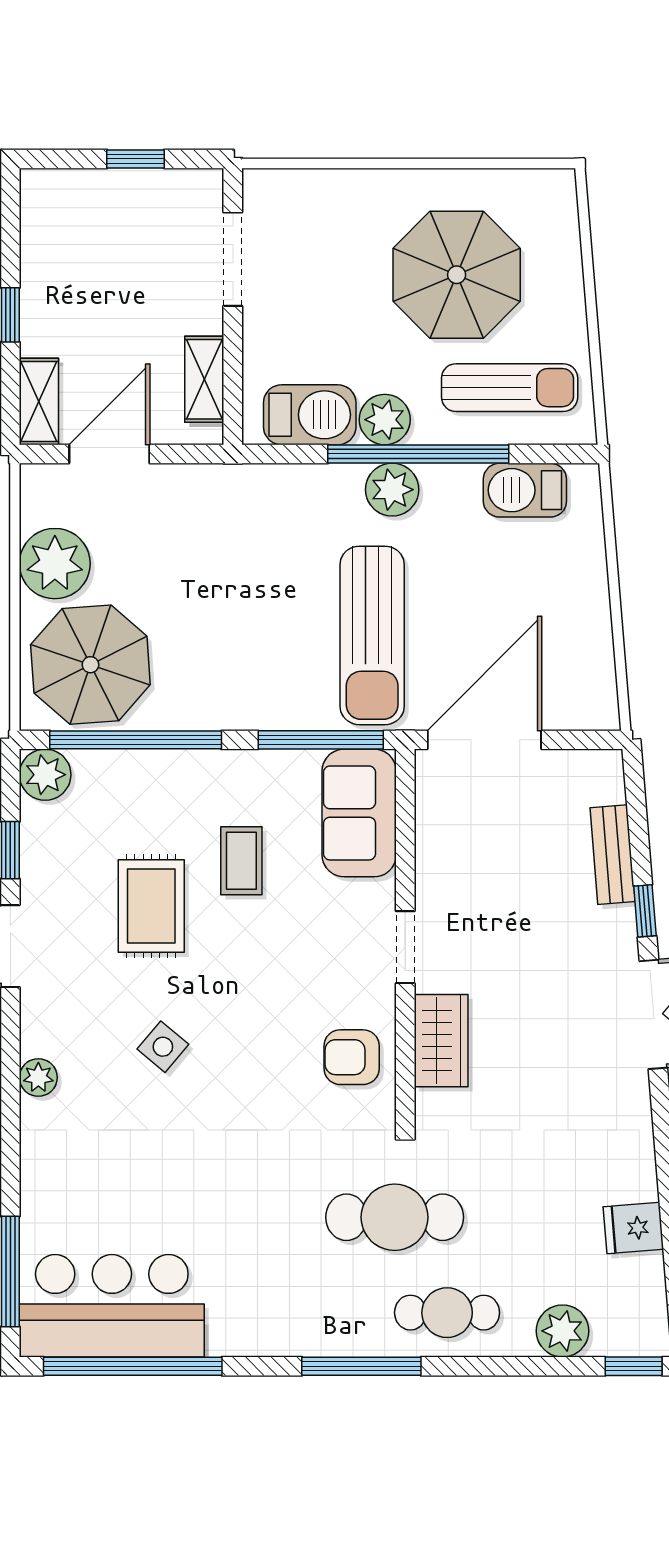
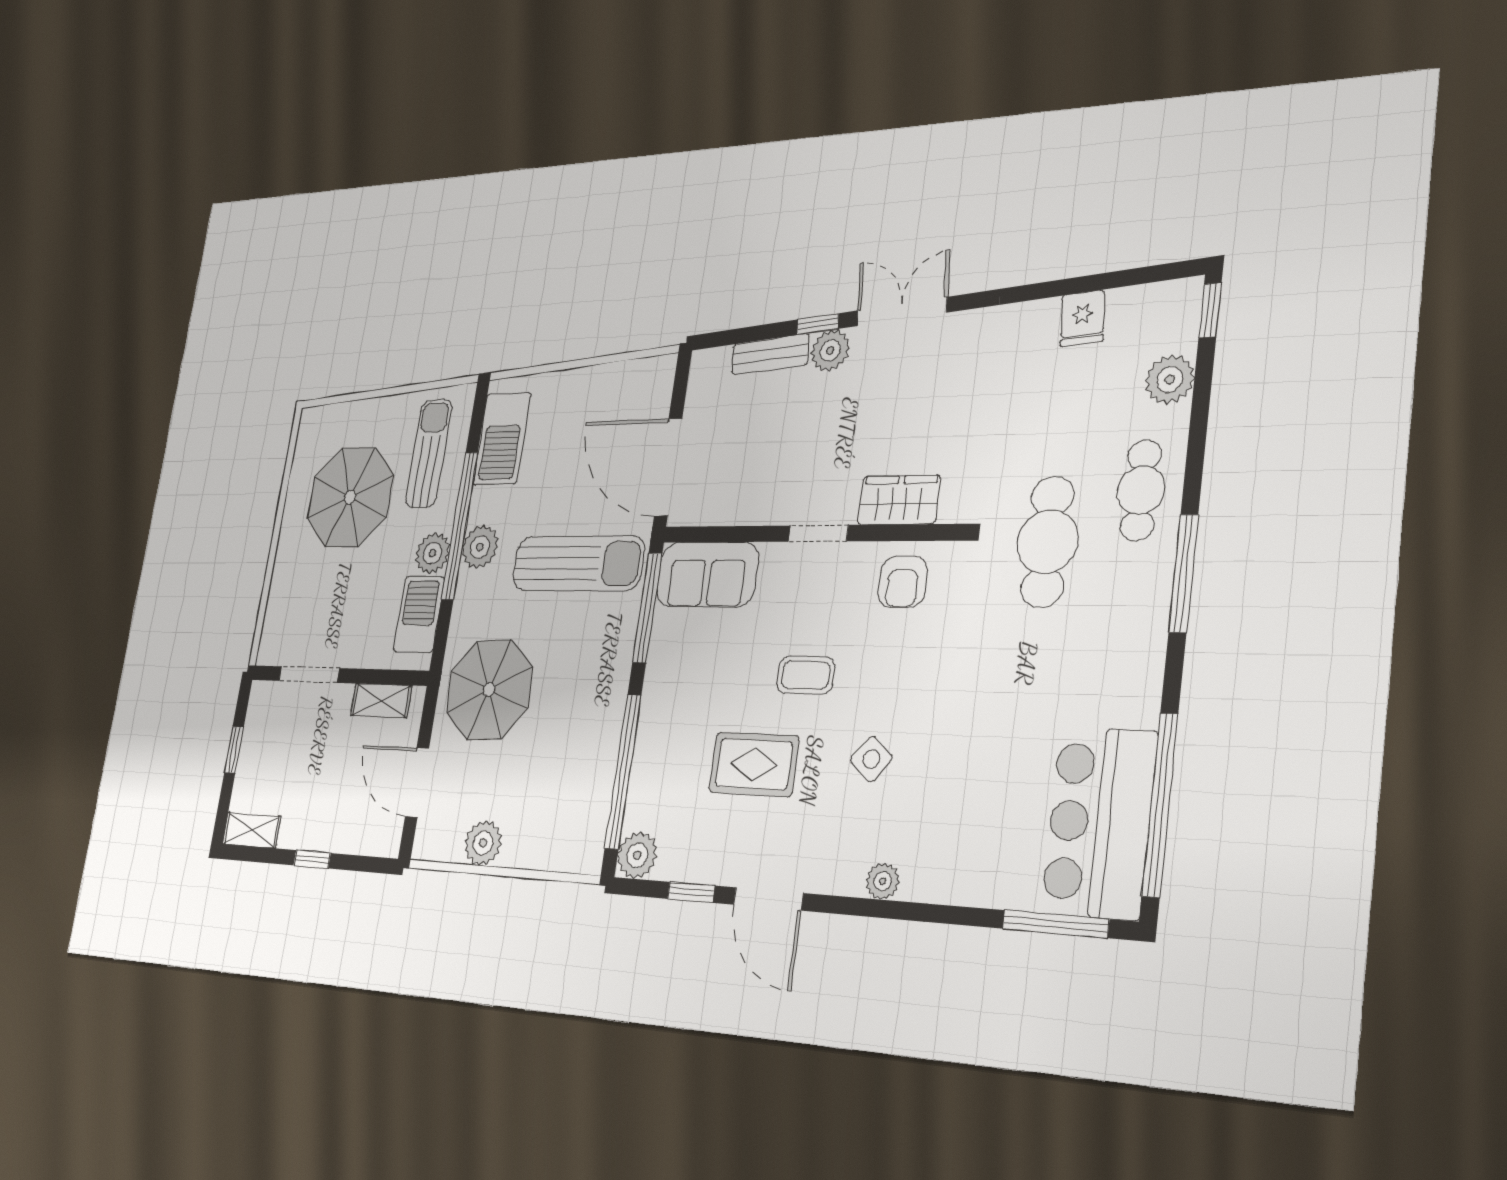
shelving: (39, 402) -> (252, 830), moved
barbecue: (525, 490) -> (502, 439), width x1.37, depth x1.21
plant: (55, 564) -> (483, 843), width x0.73, depth x0.73
parasol: (90, 665) -> (489, 690), moved
coffee table: (241, 861) -> (806, 675), moved
plant: (613, 931) -> (830, 350), added

